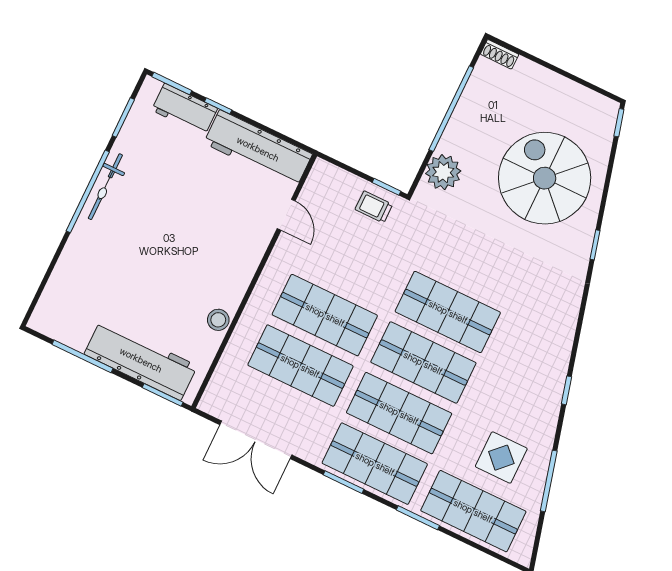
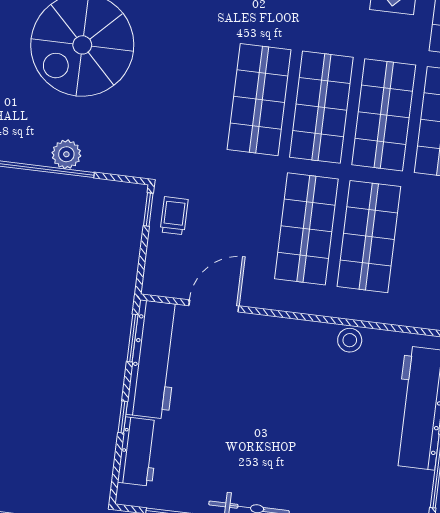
window: (172, 84) -> (132, 338), moved
plant: (443, 172) -> (66, 154), moved, width x0.73, depth x0.73
trolley: (374, 207) -> (174, 216), turned 180
door: (286, 215) -> (214, 306), width x1.38

